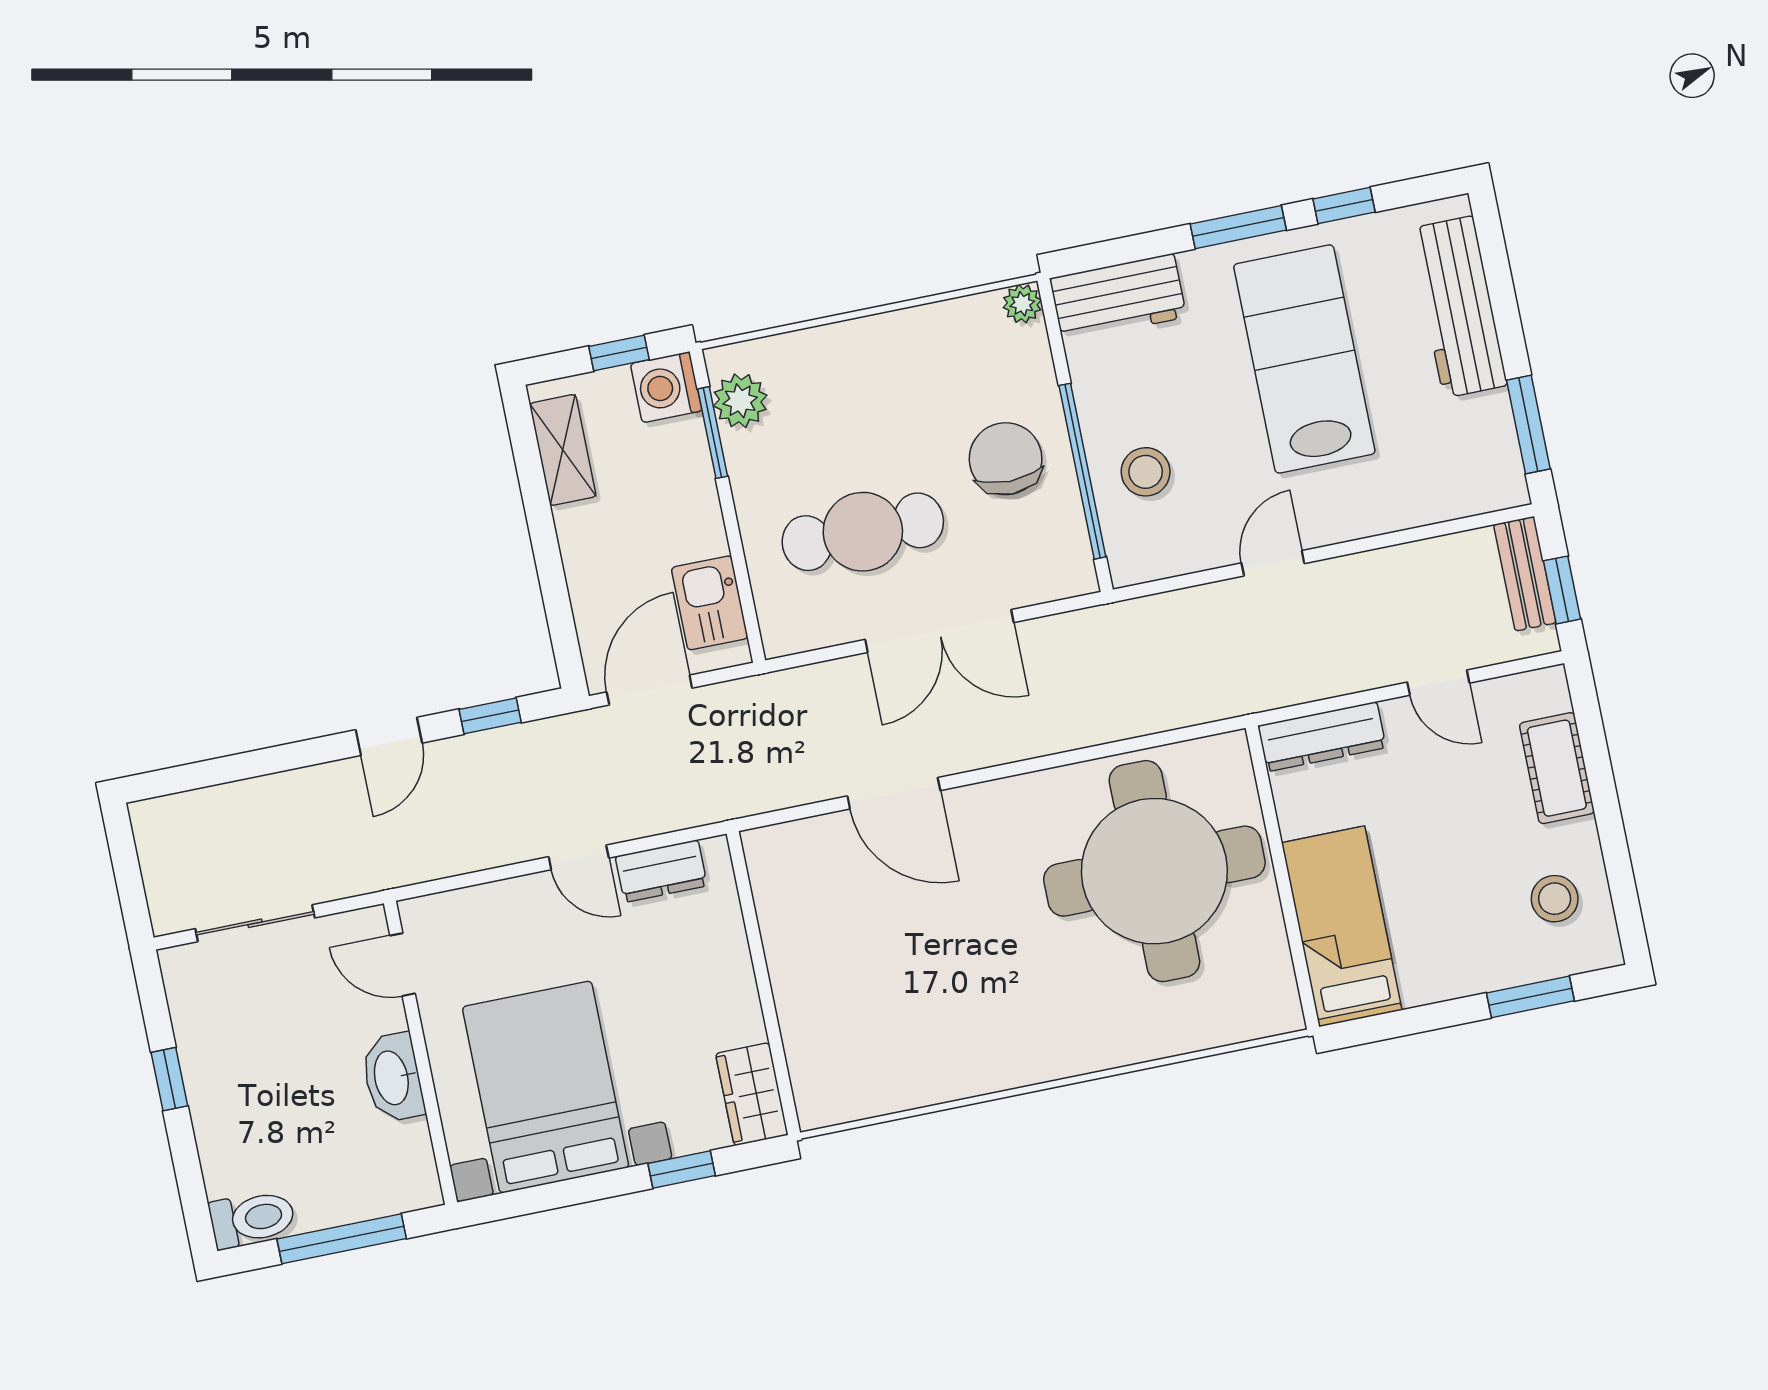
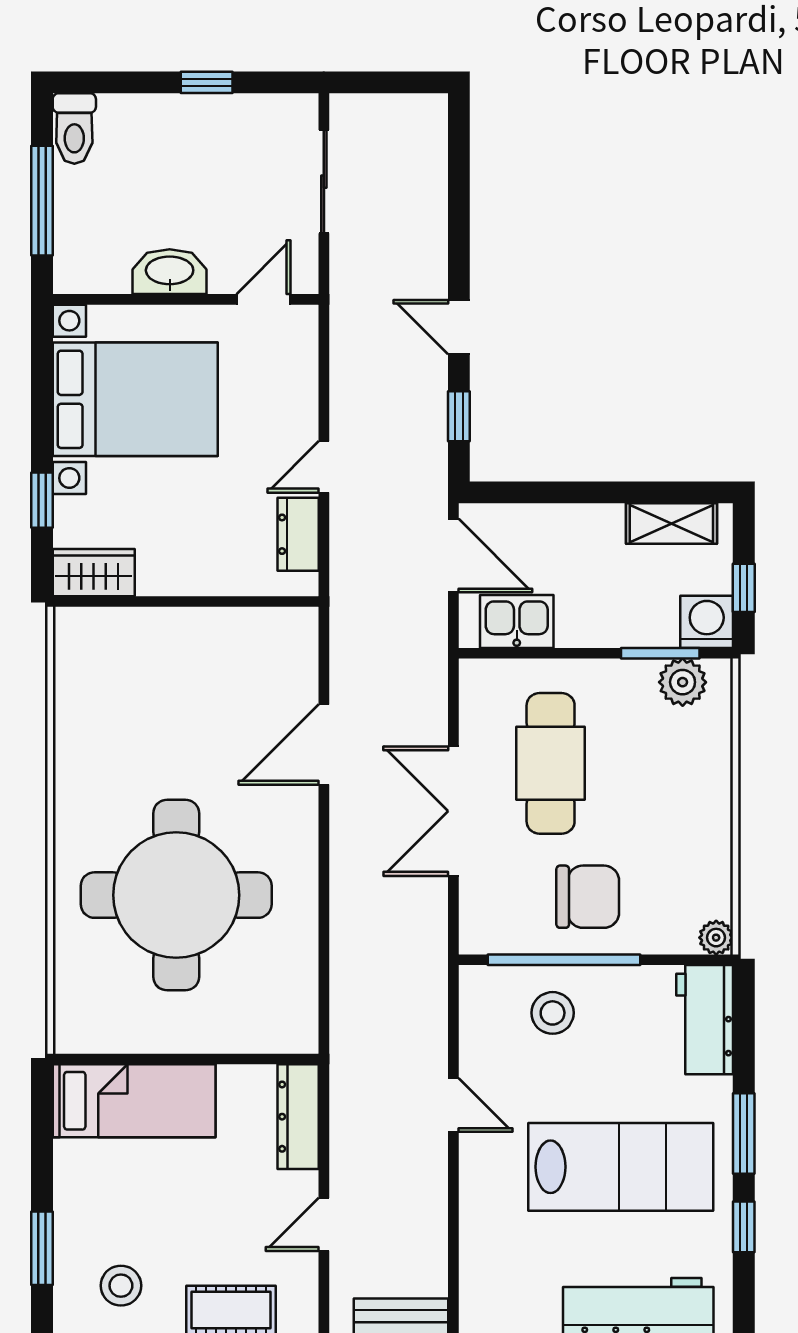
round table: (1154, 871) -> (176, 895), moved

